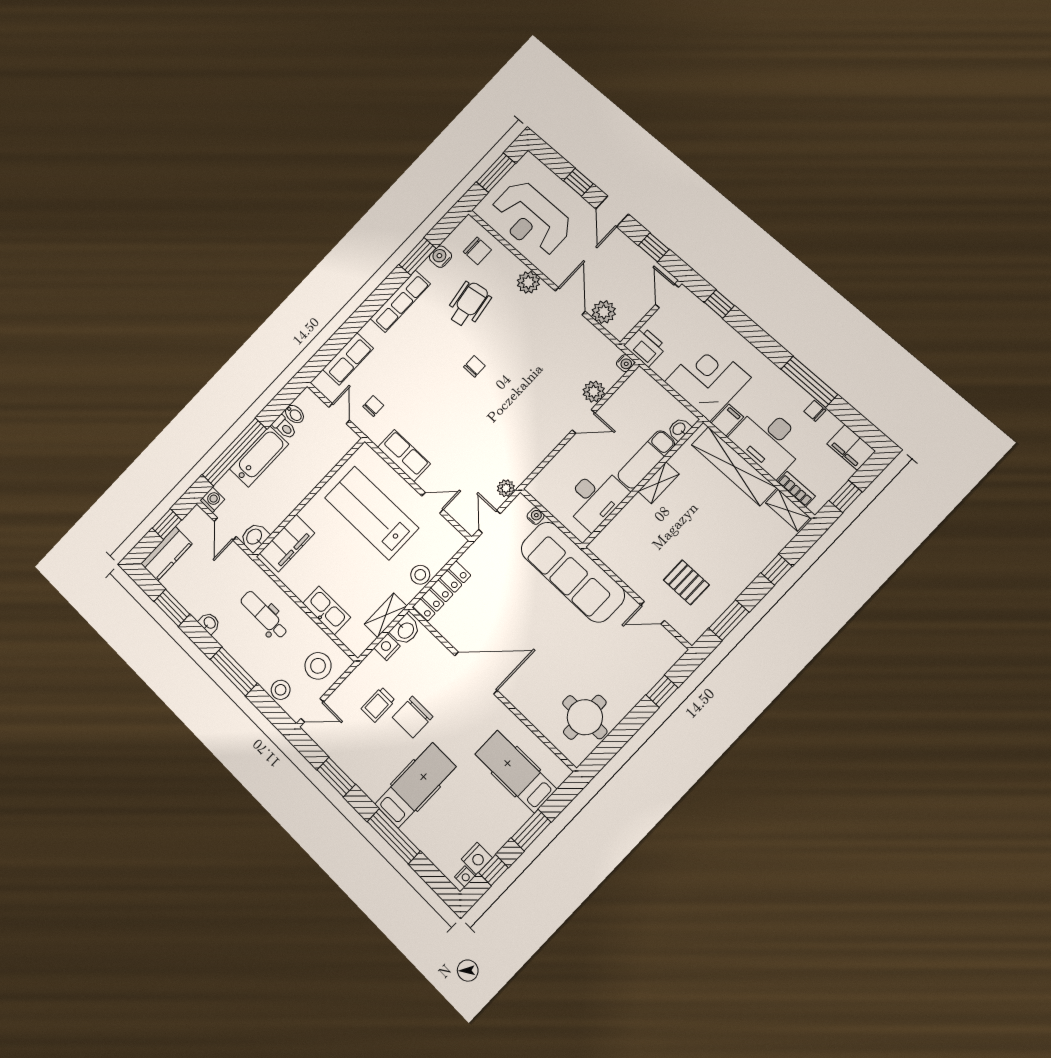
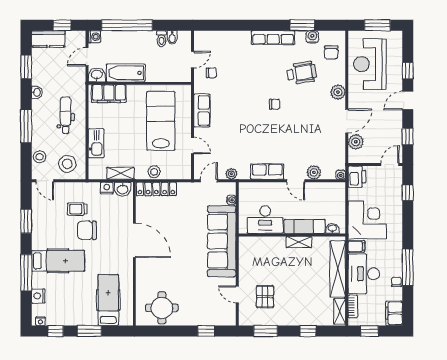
row of seats: (348, 359) -> (267, 172), moved, turned 180
bathtub: (259, 457) -> (126, 73), moved, turned 180
nightstand: (477, 858) -> (38, 296), moved, turned 90

